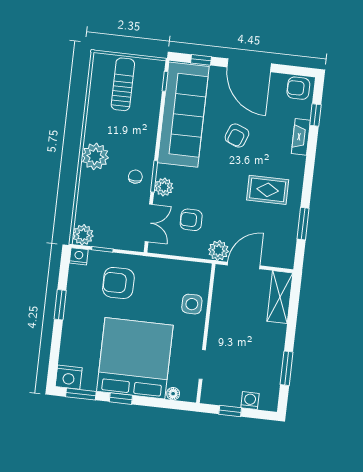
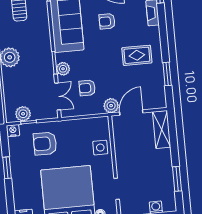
armchair: (237, 136) -> (107, 21), turned 69
chair: (135, 177) -> (41, 66), removed
plant: (83, 235) -> (23, 114), moved

